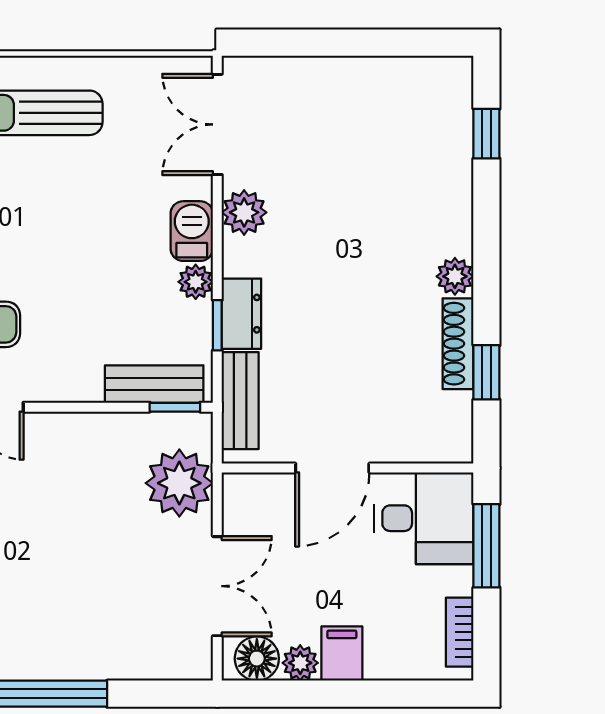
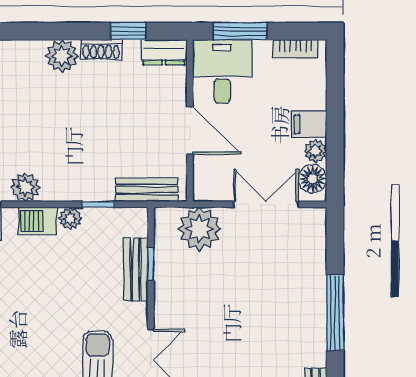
plant: (455, 276) -> (62, 56), width x1.38, depth x1.38
dresser: (241, 314) -> (164, 52), moved, turned 180
shoe rack: (458, 344) -> (101, 49), width x0.70
bench: (154, 384) -> (136, 269), moved
window: (175, 407) -> (151, 264), moved

